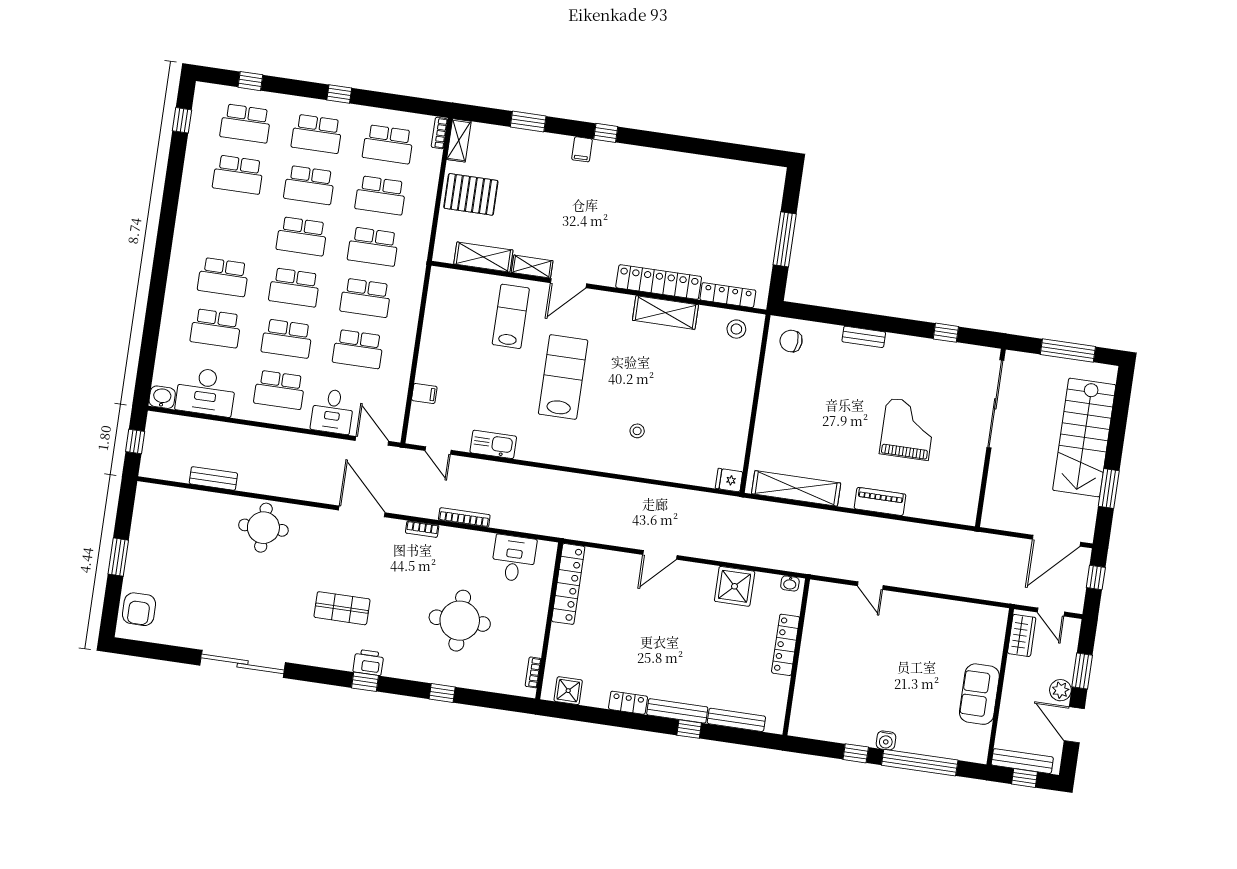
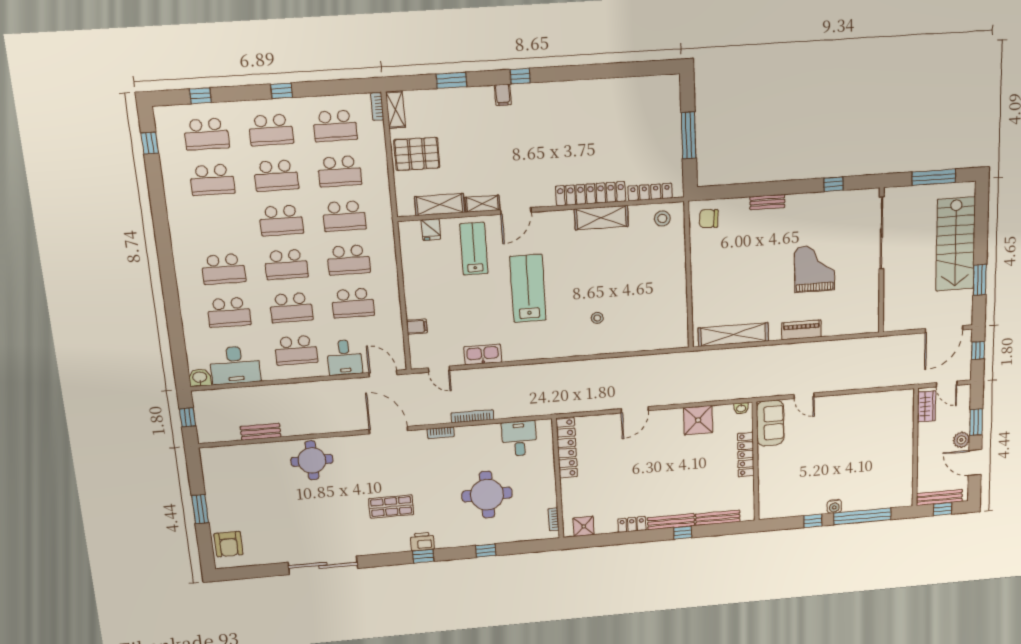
fridge: (729, 480) -> (431, 229), moved, turned -90
sofa: (979, 694) -> (770, 423), moved, turned 180

